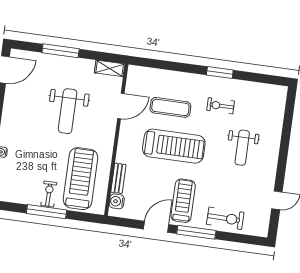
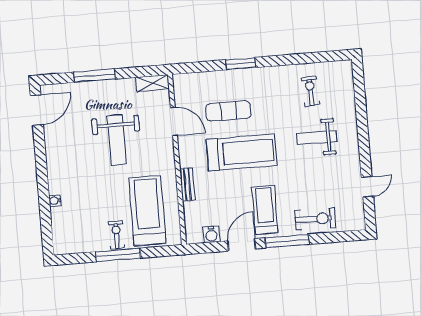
window: (220, 73) -> (241, 64), moved
door: (121, 106) -> (174, 121), hinge flipped
exercise bike: (221, 106) -> (310, 91), moved, turned 87
weight bench: (242, 148) -> (317, 138), turned 90
bench: (118, 178) -> (187, 184), moved
water cooler: (117, 201) -> (211, 234), moved, turned -90

